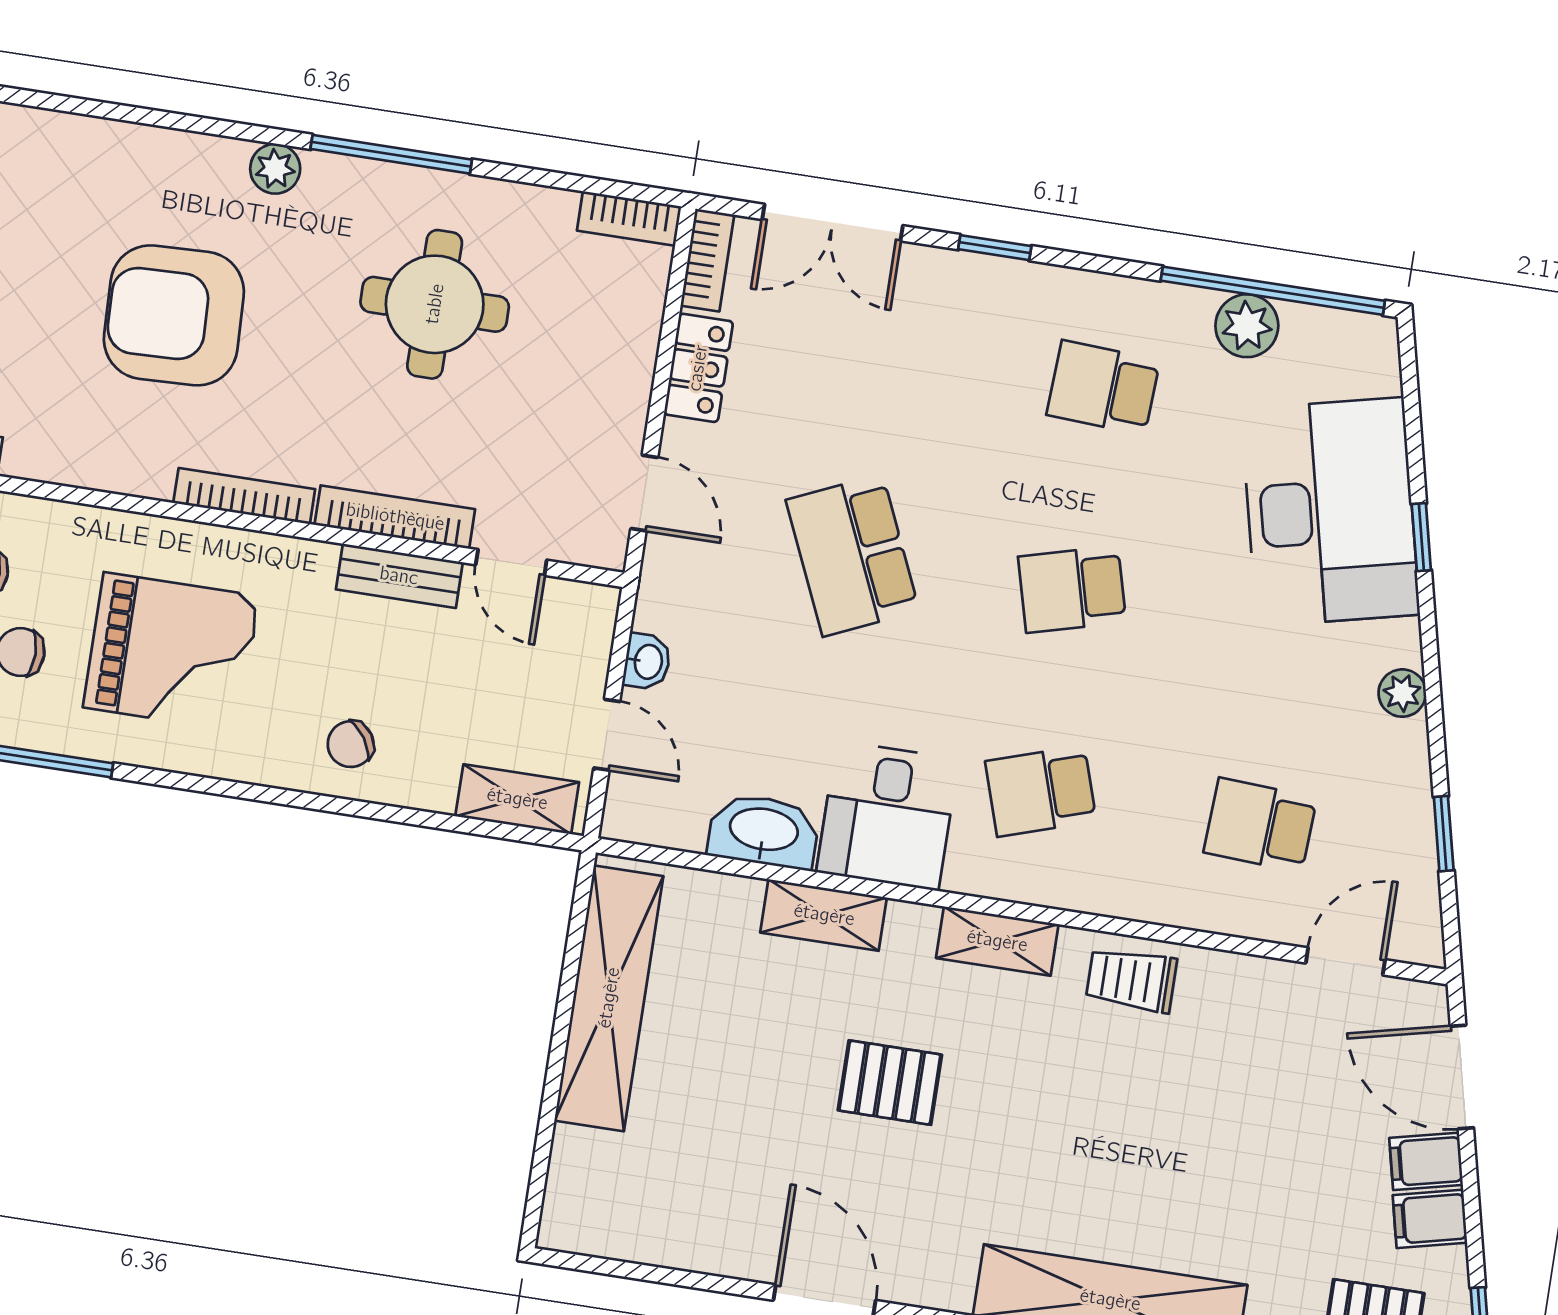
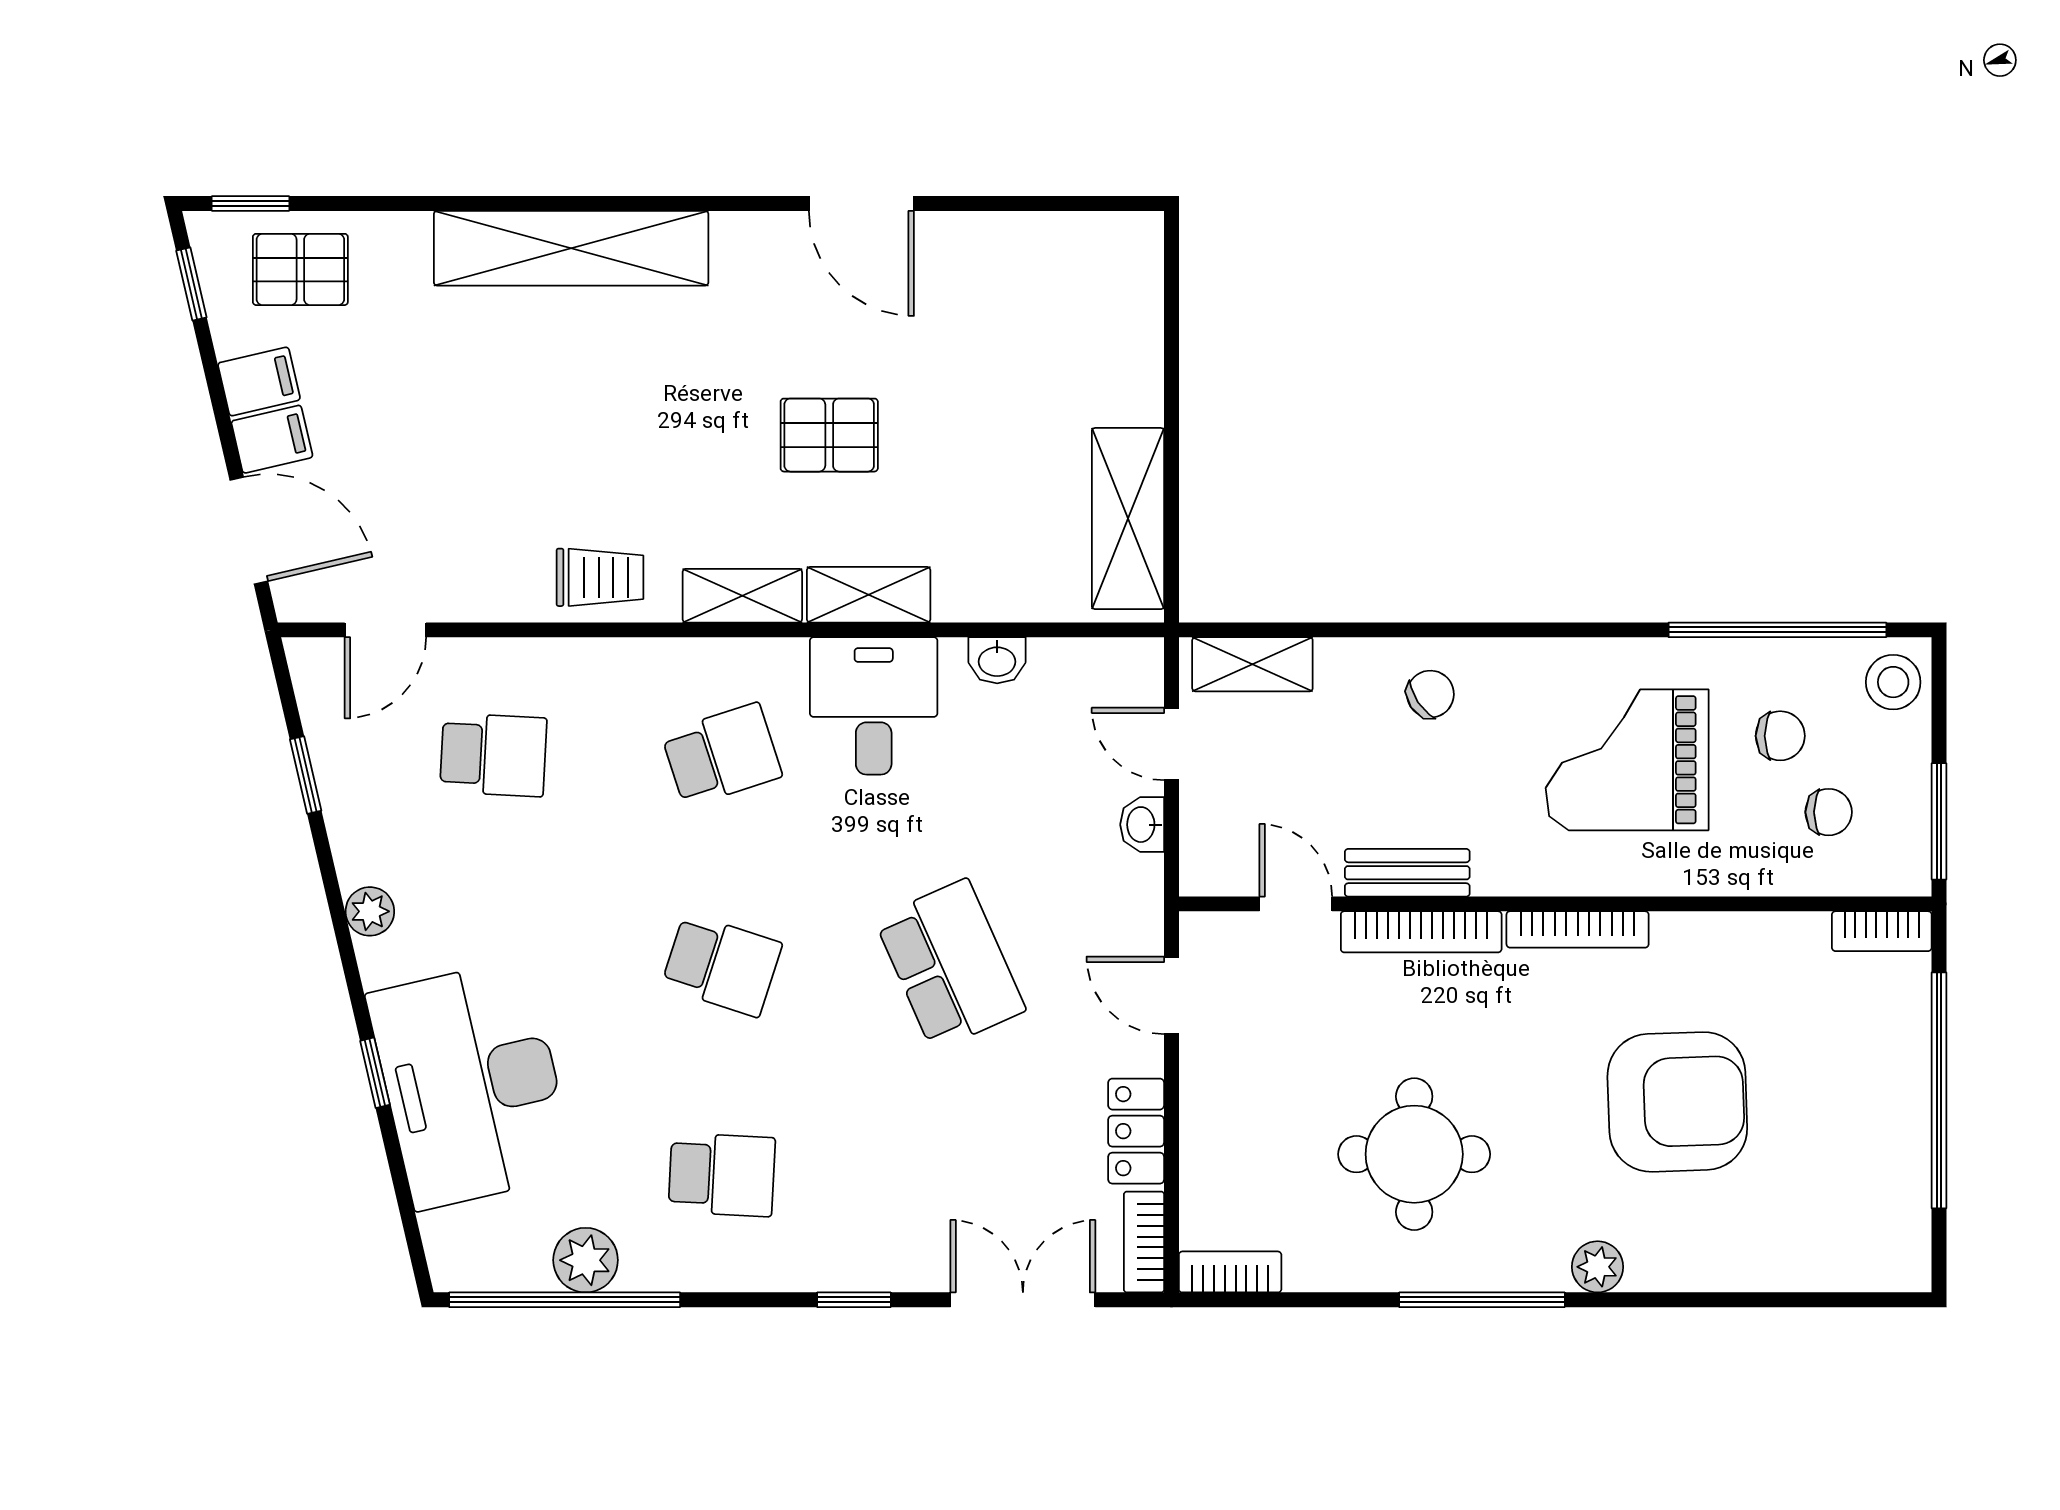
school desk: (1072, 589) -> (722, 965), turned 33
washbasin: (764, 831) -> (997, 660), width x0.52, depth x0.69
shelving: (824, 915) -> (869, 595), moved
shelving: (609, 998) -> (1128, 519), width x0.68

